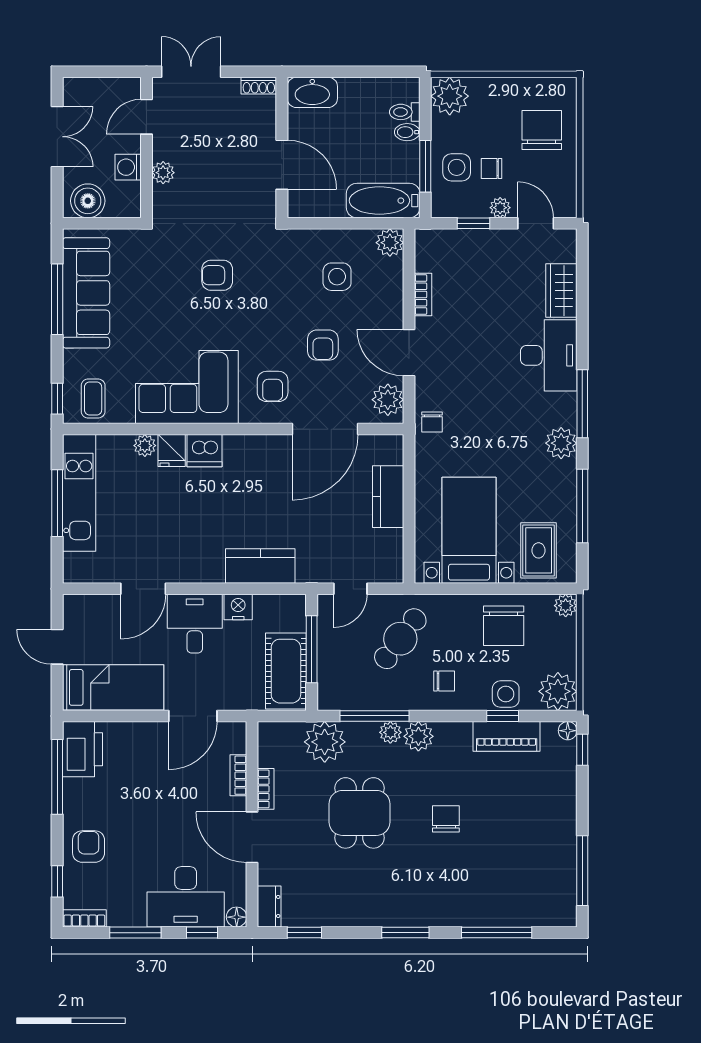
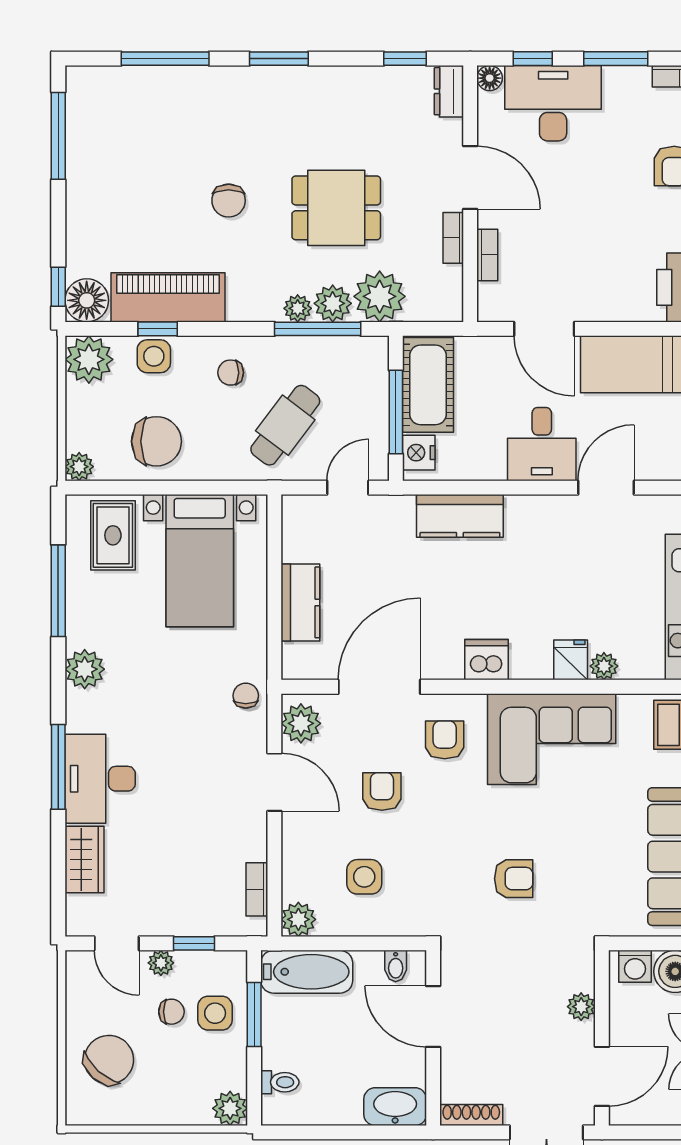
shoe rack: (259, 86) -> (471, 1115), width x1.43
plant: (450, 96) -> (230, 1108), width x0.73, depth x0.73
door: (146, 117) -> (602, 1076), width x1.38
chair: (542, 130) -> (109, 1060), turned -138
bidet: (407, 132) -> (396, 966), moved, turned 90
washing machine: (128, 167) -> (635, 966), moved, turned 90
bookcase: (423, 294) -> (257, 889), moved
window: (582, 404) -> (58, 767), moved
dishwasher: (205, 451) -> (487, 660), moved
nightstand: (238, 607) -> (419, 453), moved, turned 90
chair: (504, 626) -> (156, 441), turned 90
door: (193, 716) -> (544, 329), swing flipped
floor lamp: (568, 731) -> (87, 300), width x1.89, depth x1.89
plant: (418, 736) -> (333, 303), moved
piano: (507, 736) -> (168, 297), width x1.37, depth x1.33
dining table: (359, 813) -> (336, 208), turned 90

